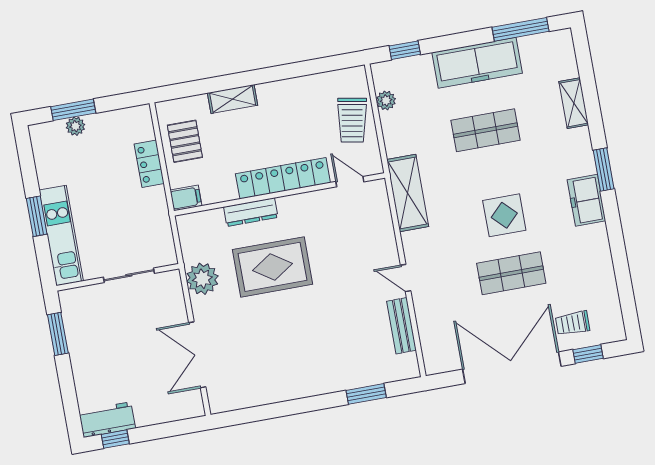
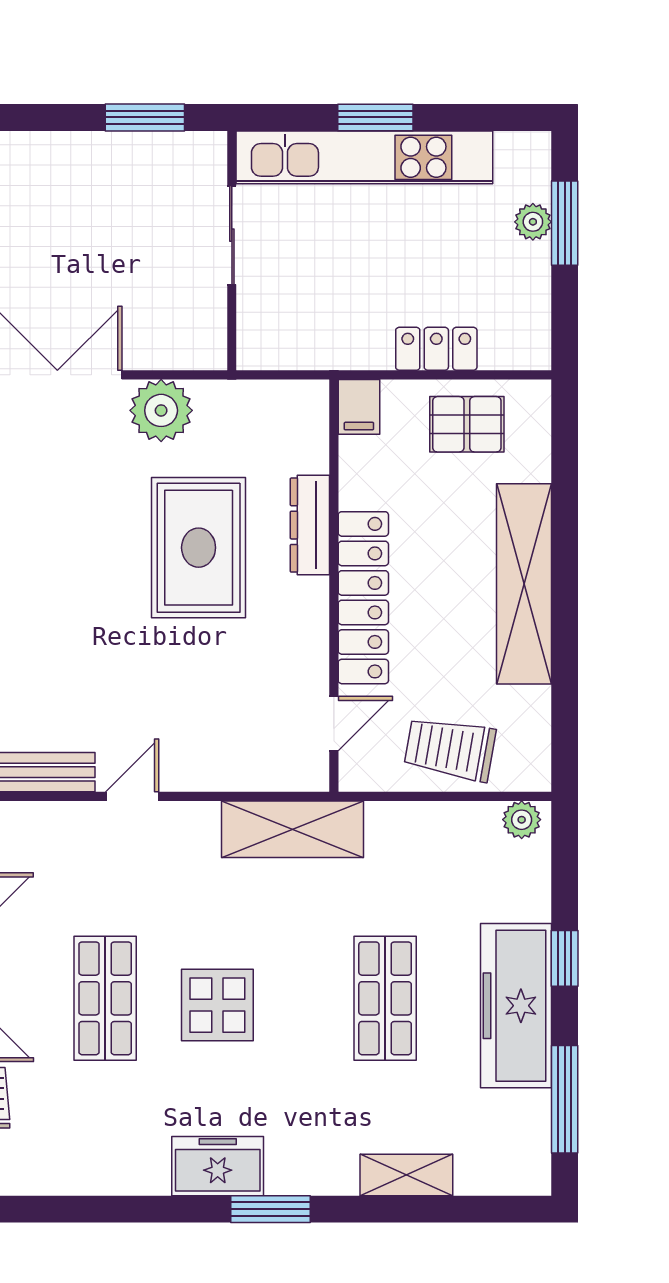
window: (405, 50) -> (565, 958), moved
shelving: (233, 99) -> (524, 584), width x2.20, depth x1.33
plant: (386, 100) -> (522, 820), moved
kitchen unit: (61, 236) -> (364, 157), width x1.36
sliding door: (129, 275) -> (232, 235), moved
plant: (202, 279) -> (161, 410), moved

